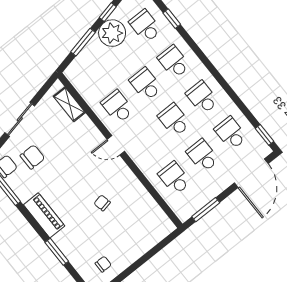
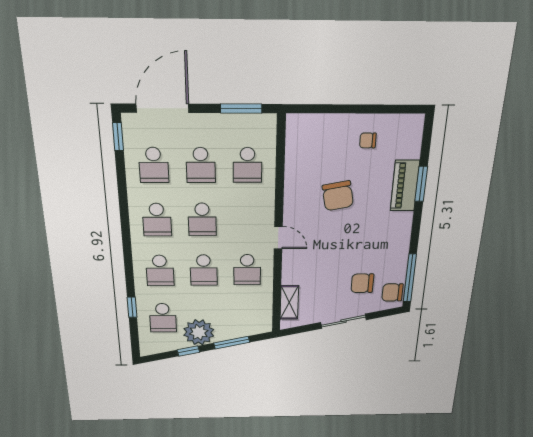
chair: (102, 203) -> (338, 196), width x1.87, depth x1.87
piano: (44, 215) -> (405, 186), moved
chair: (103, 264) -> (368, 140), moved

